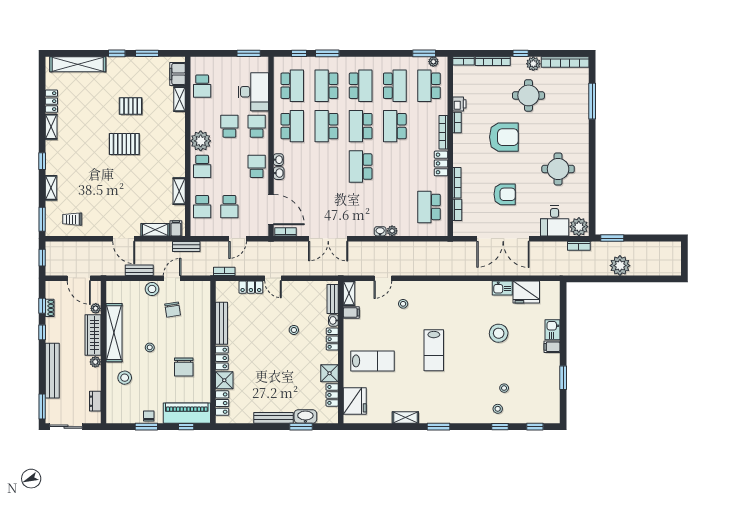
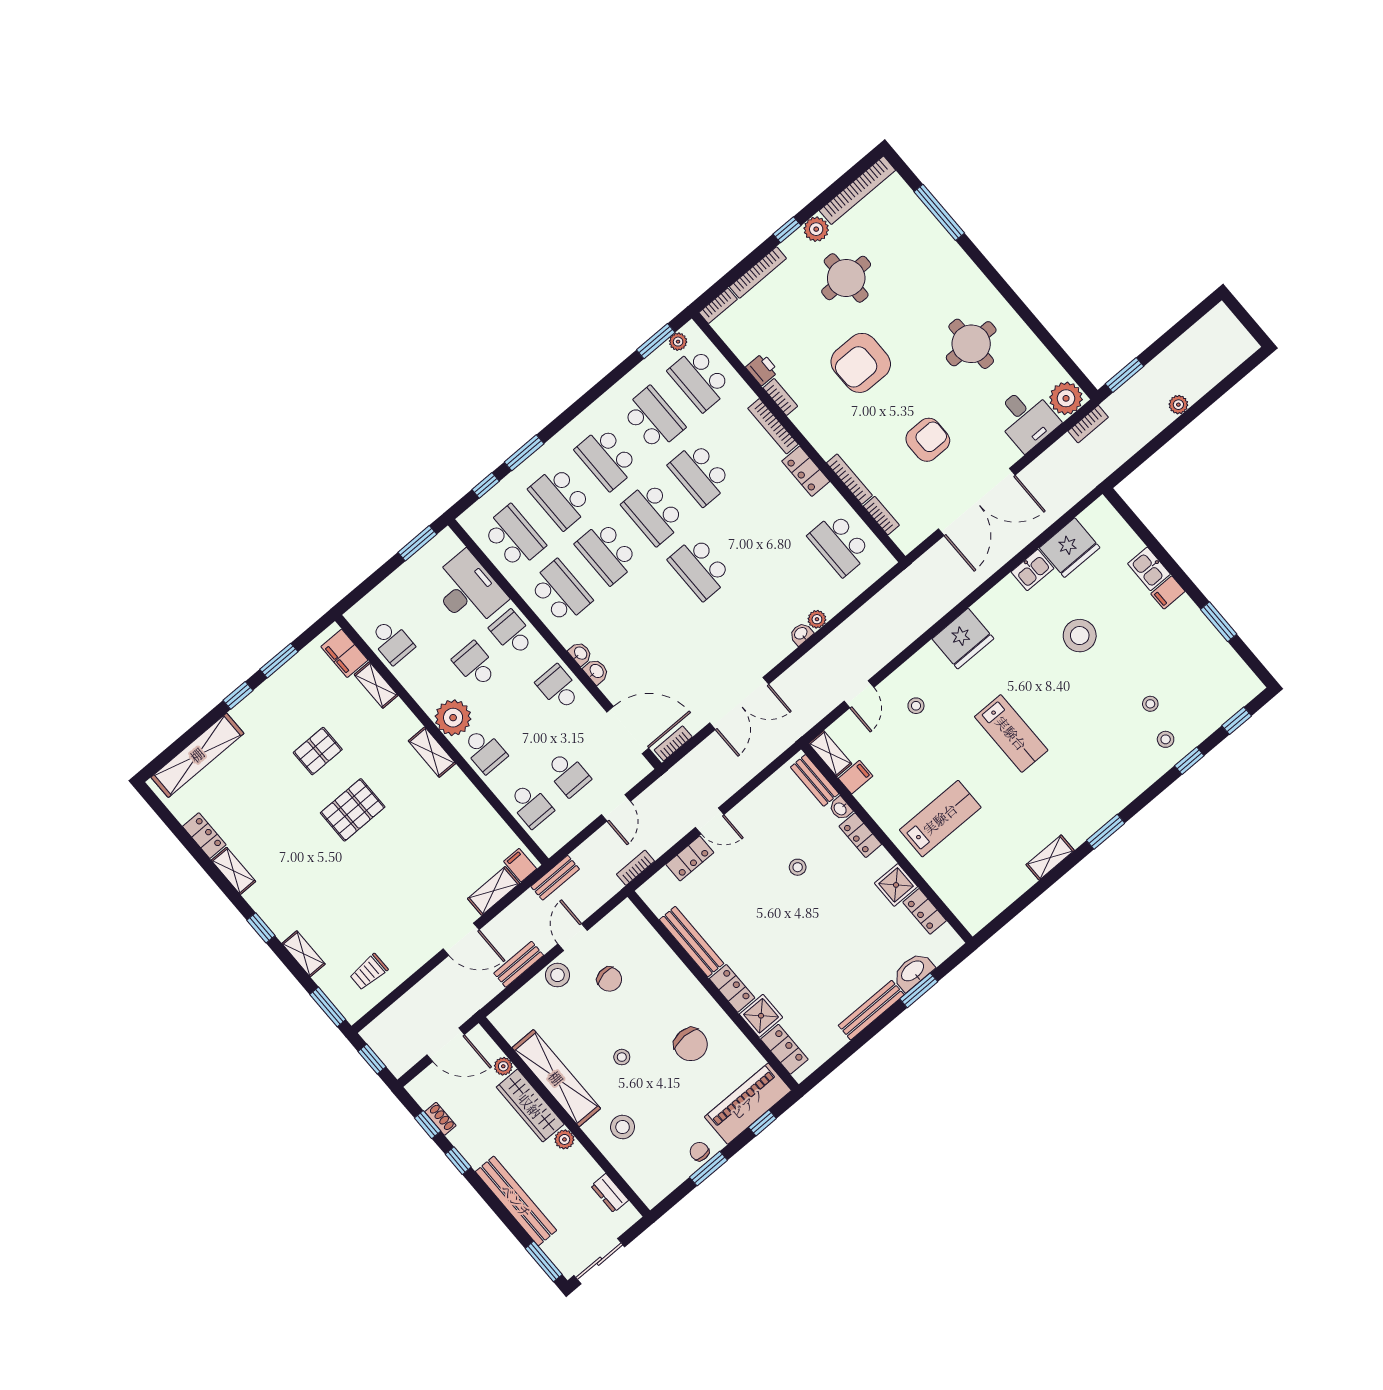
school desk: (361, 86) -> (607, 458), turned 180
armchair: (504, 137) -> (861, 363), turned 180
shelving: (179, 191) -> (432, 752), moved
plant: (620, 266) -> (1178, 405), width x0.53, depth x0.53
fridge: (355, 401) -> (963, 639), moved, turned 90

